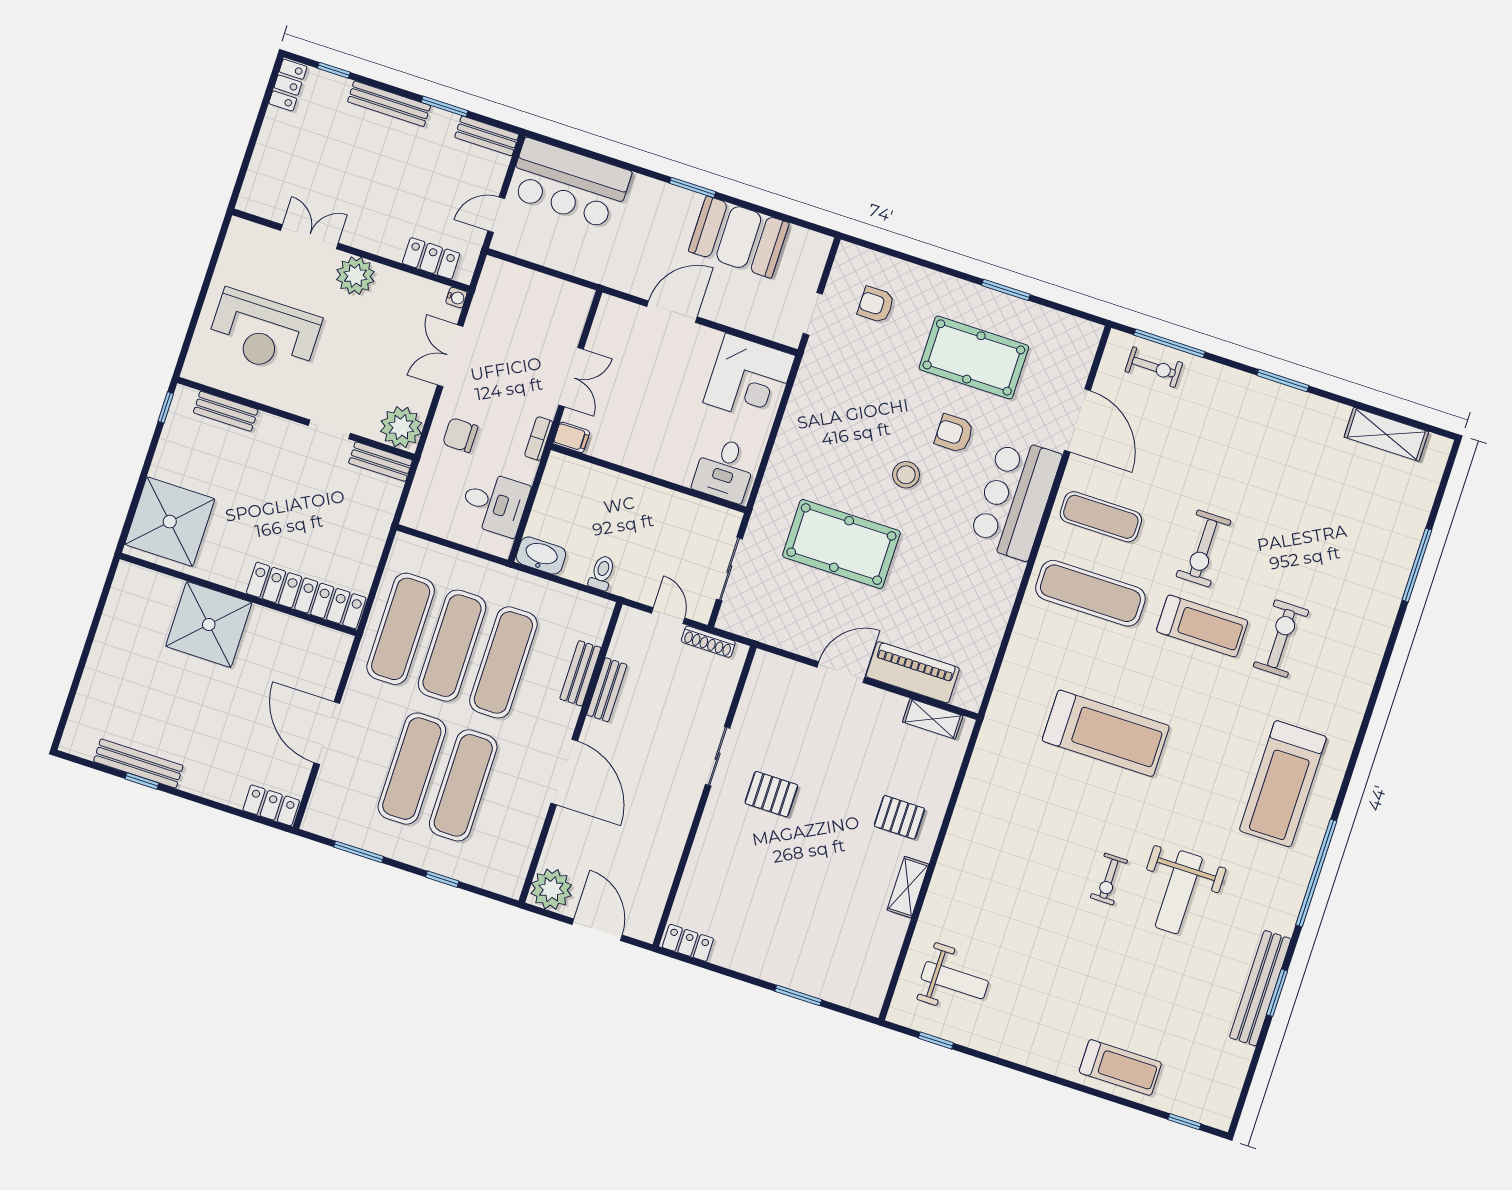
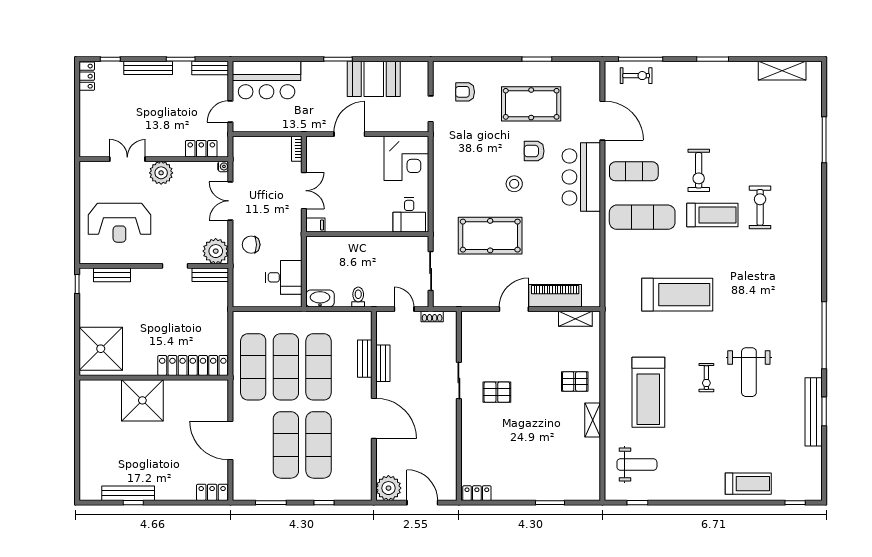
bookcase: (539, 439) -> (297, 149), moved
shoe rack: (708, 642) -> (432, 317), width x0.70
treadmill: (1283, 784) -> (648, 392), moved

